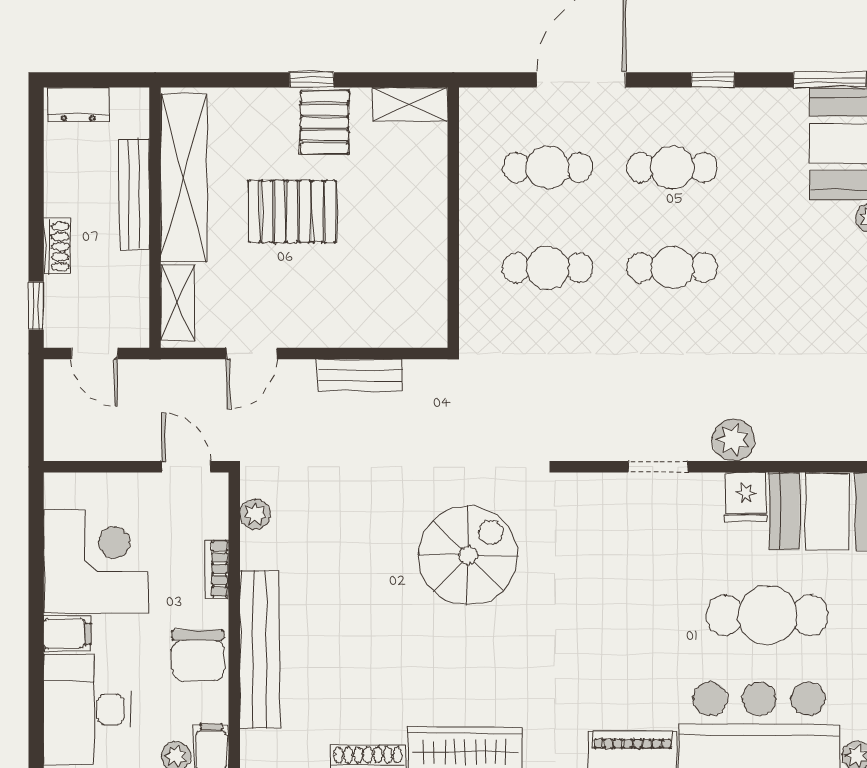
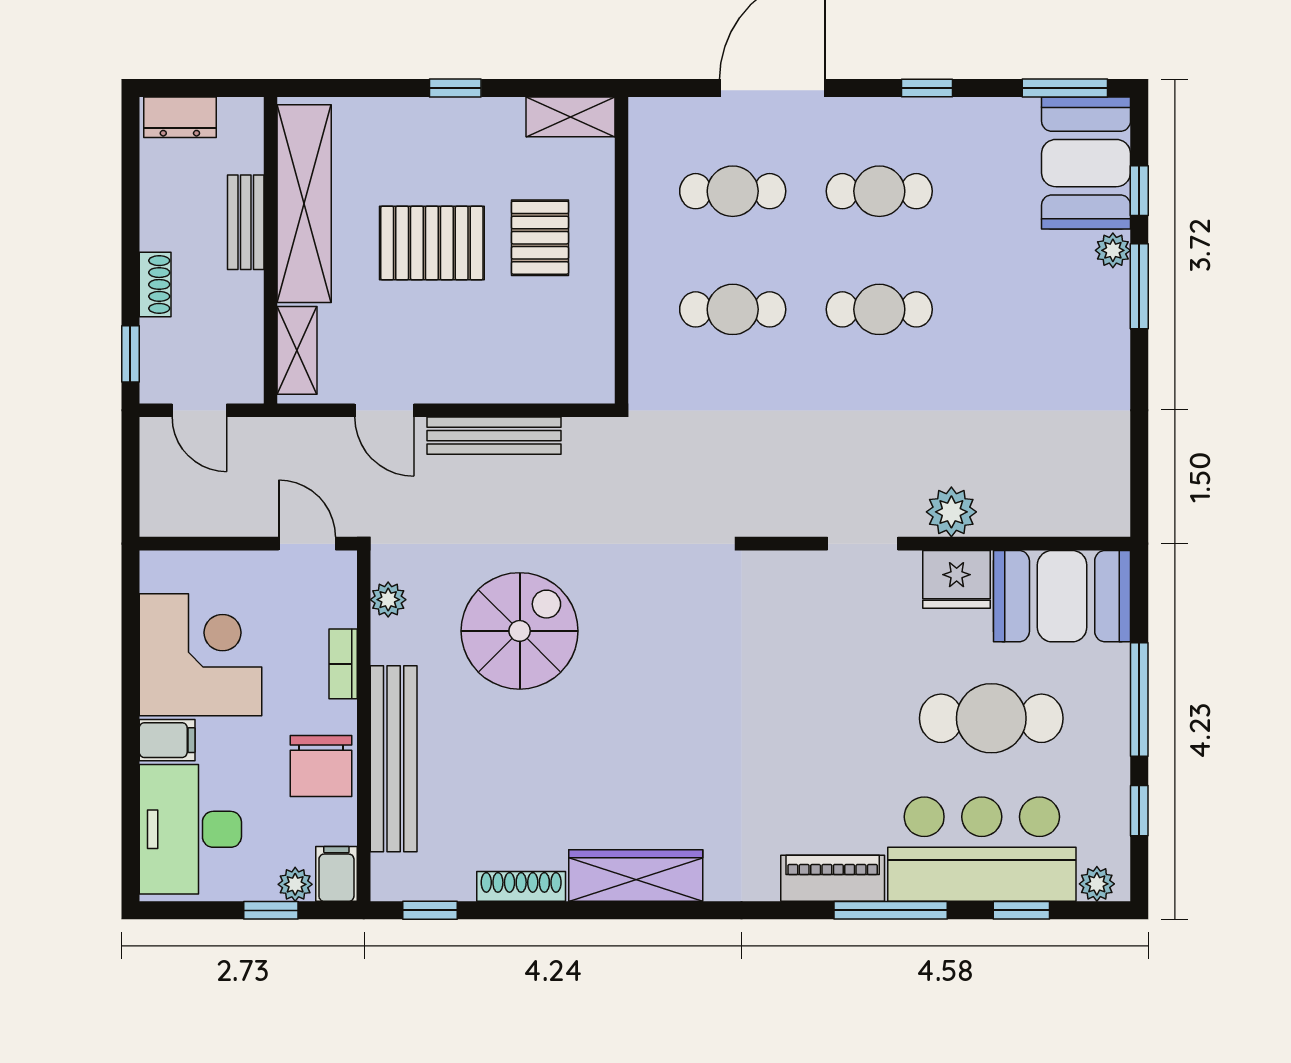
pallet: (324, 123) -> (540, 238), moved
bench: (134, 194) -> (246, 222), width x0.73
door: (252, 354) -> (384, 410), hinge flipped
bench: (360, 375) -> (494, 436), width x1.36
fridge: (746, 497) -> (957, 579), width x1.38
spiral stairs: (468, 555) -> (520, 631), moved

